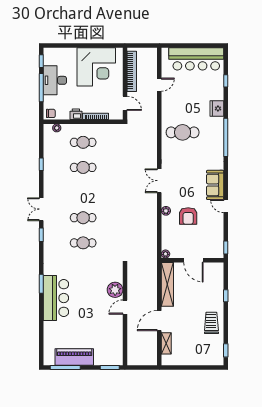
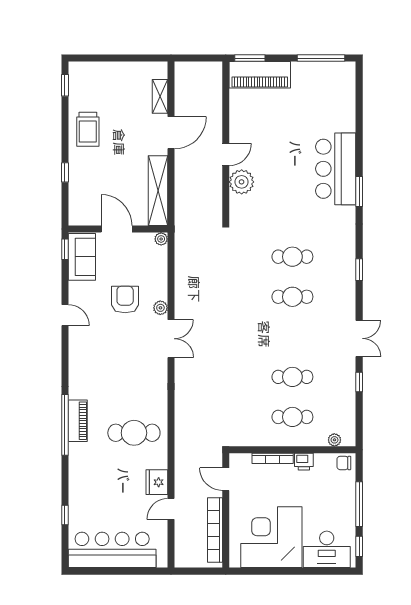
desk: (55, 80) -> (327, 549), moved, turned 90
fridge: (217, 108) -> (157, 482), moved, turned 180
piano: (218, 140) -> (78, 421), added
double door: (159, 181) -> (171, 339), moved
sofa: (215, 185) -> (82, 257), moved
double door: (41, 209) -> (359, 338), moved
piano: (74, 357) -> (260, 75), moved

